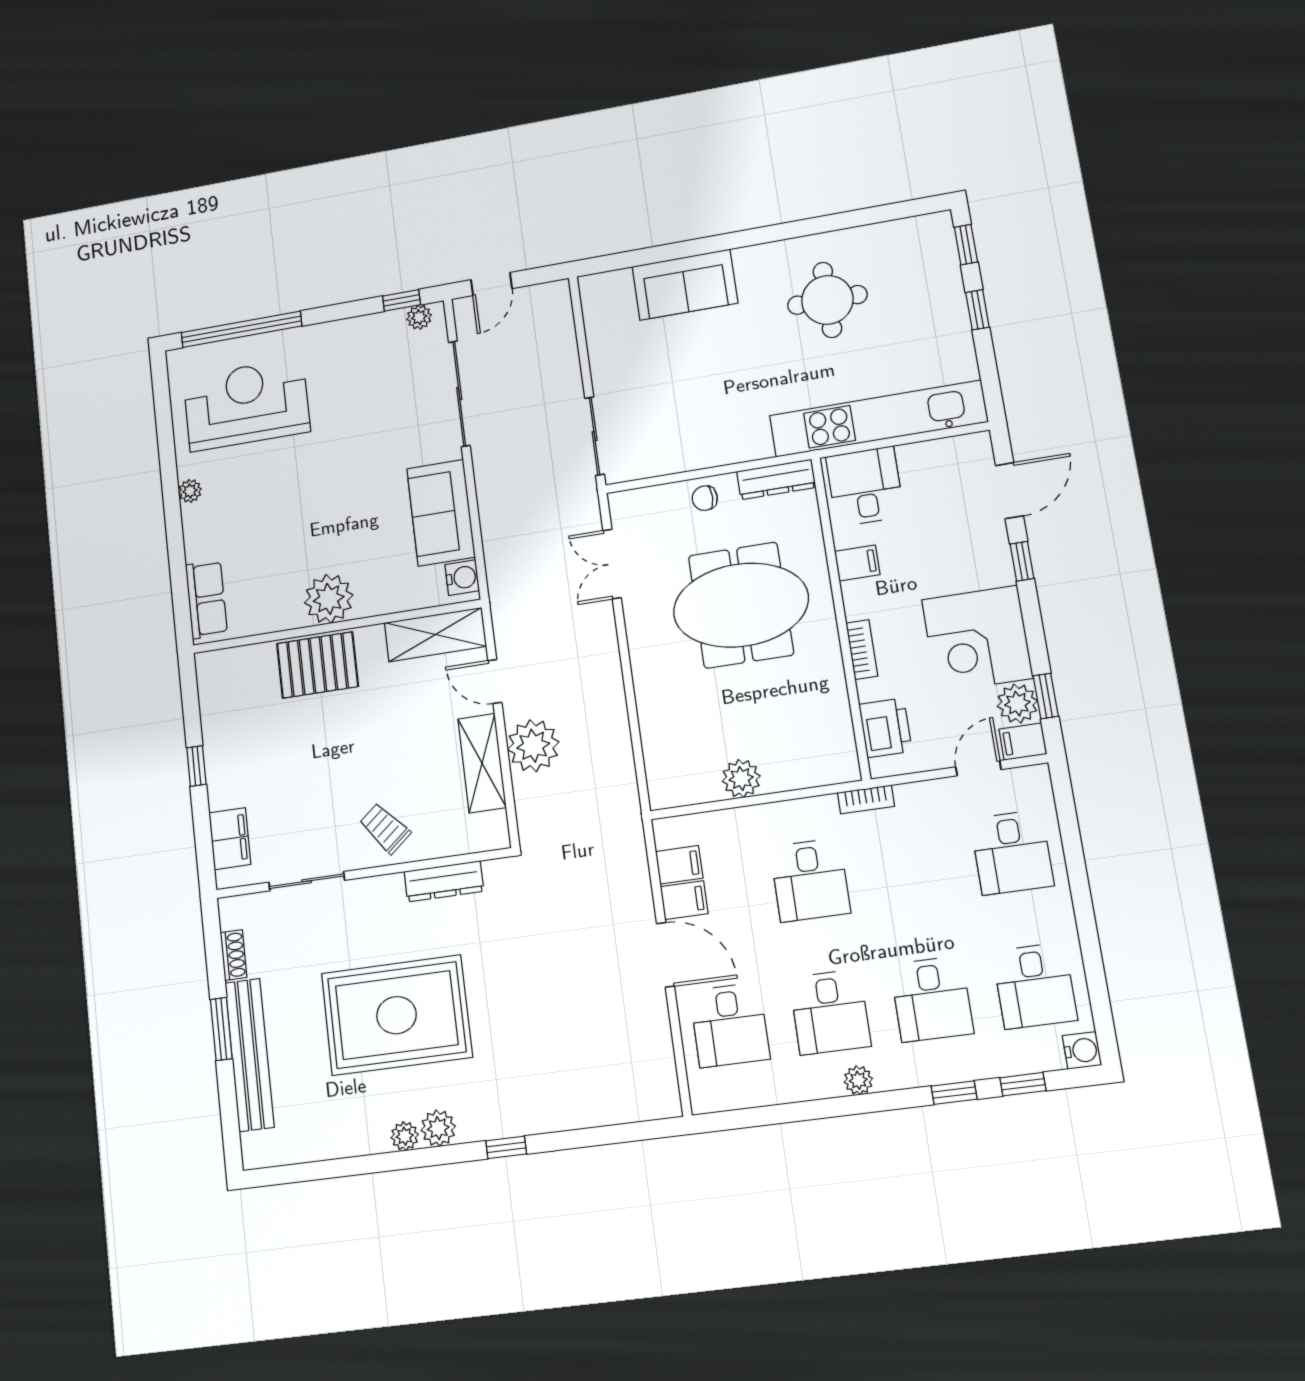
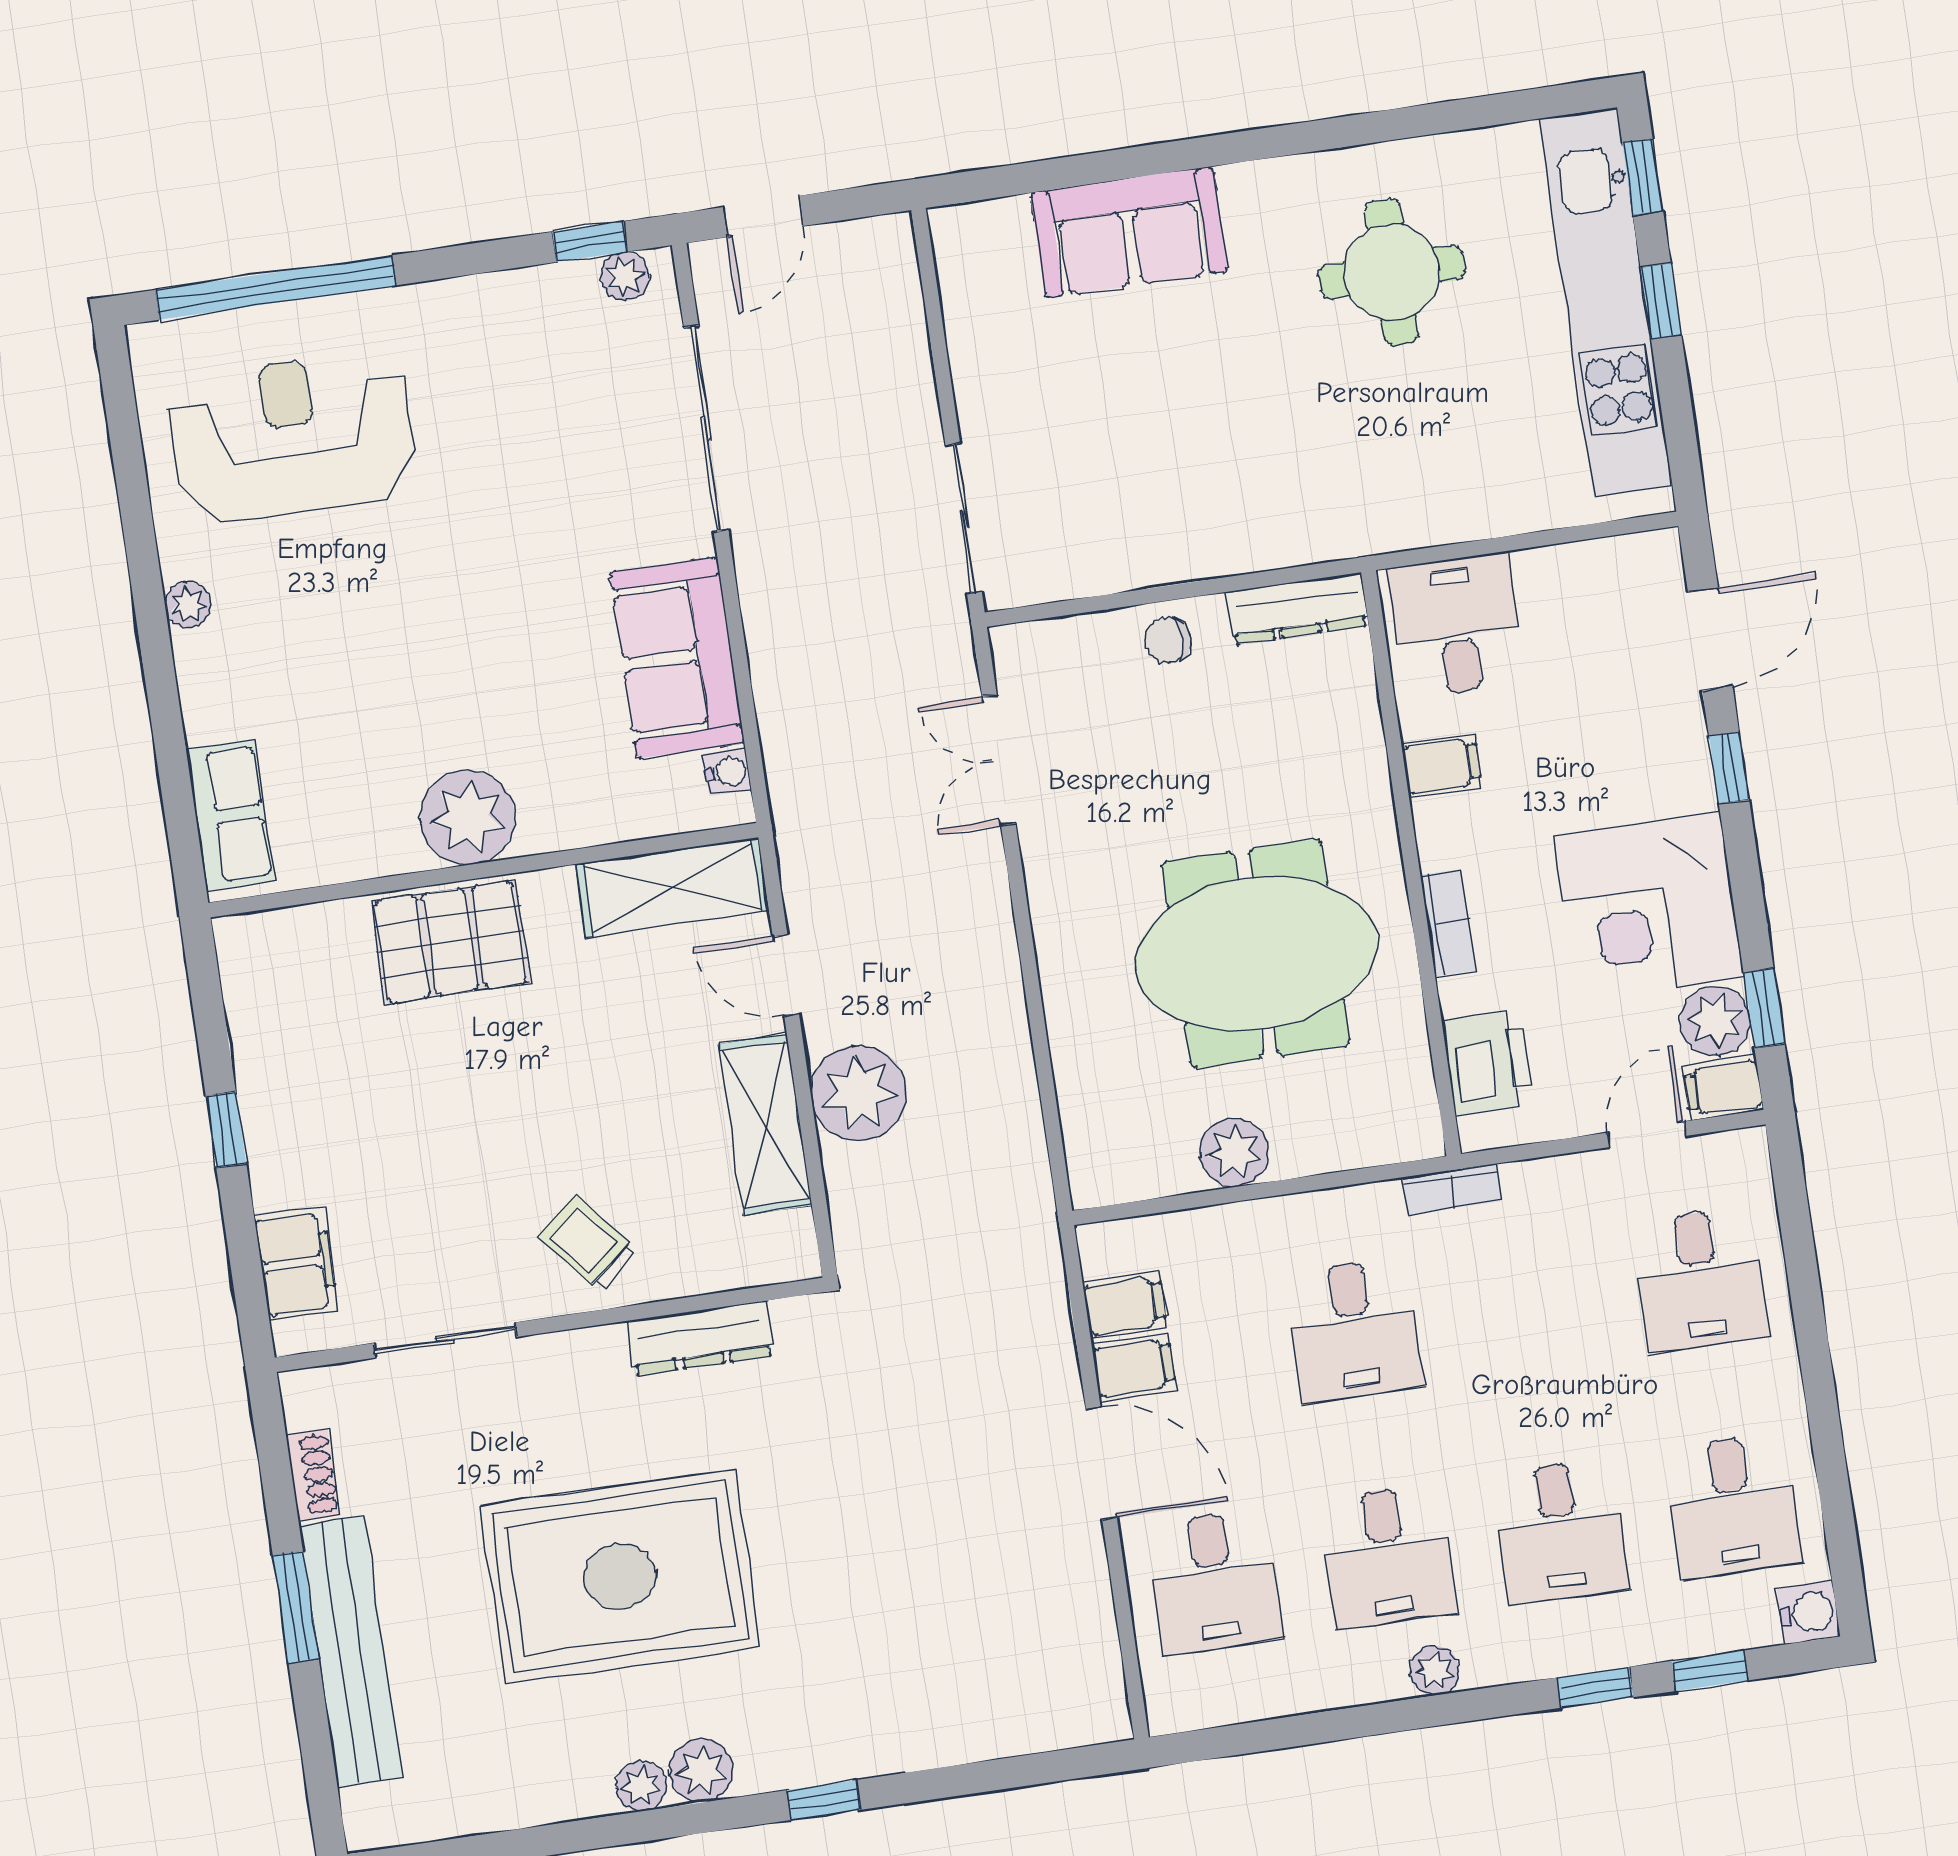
kitchen unit: (878, 419) -> (1606, 302), moved, turned -90
water cooler: (462, 578) -> (727, 772), width x0.72, depth x0.72
meeting table: (741, 605) -> (1256, 954), moved

